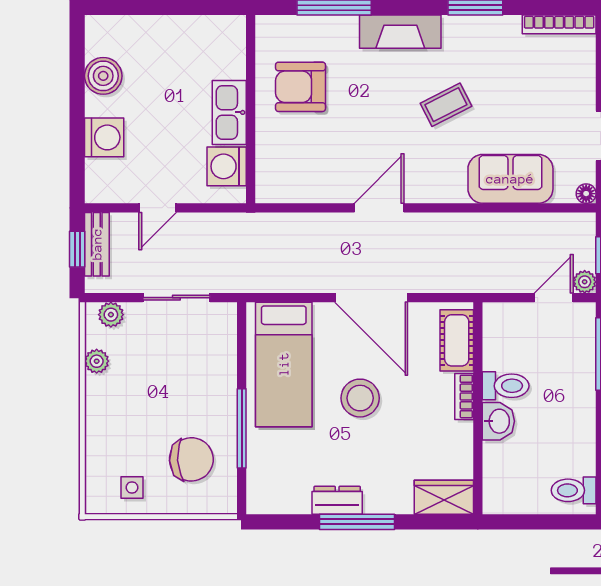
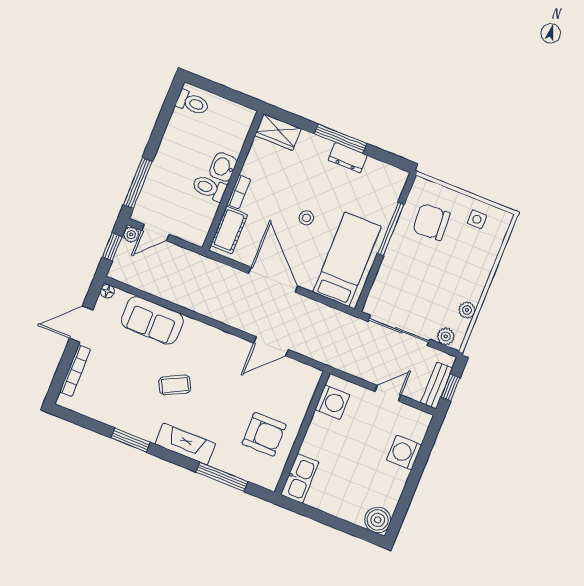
bookcase: (559, 24) -> (75, 371), moved, turned 90
boiler: (103, 76) -> (378, 520), moved
kitchen sink: (229, 112) -> (300, 478), moved
door: (379, 208) -> (271, 346), moved
sliding door: (176, 298) -> (399, 330), width x1.37
stool: (360, 398) -> (306, 218), width x0.53, depth x0.53

